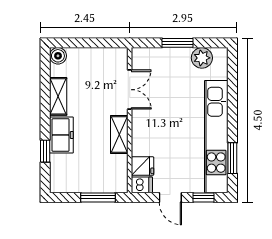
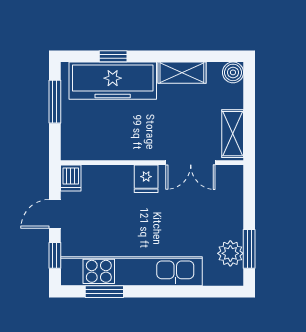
window: (178, 43) -> (249, 249), moved
shelving: (119, 134) -> (233, 134), moved, turned 90
freezer: (61, 135) -> (113, 81), width x1.91, depth x1.26
fridge: (143, 166) -> (146, 179), moved
window: (98, 197) -> (55, 102), moved

